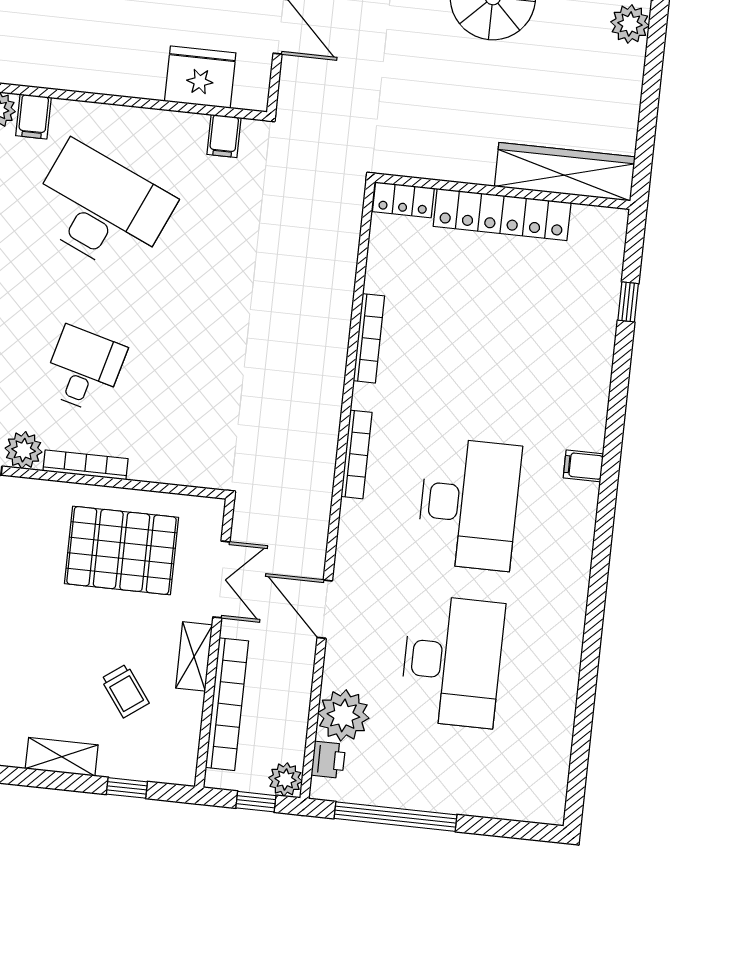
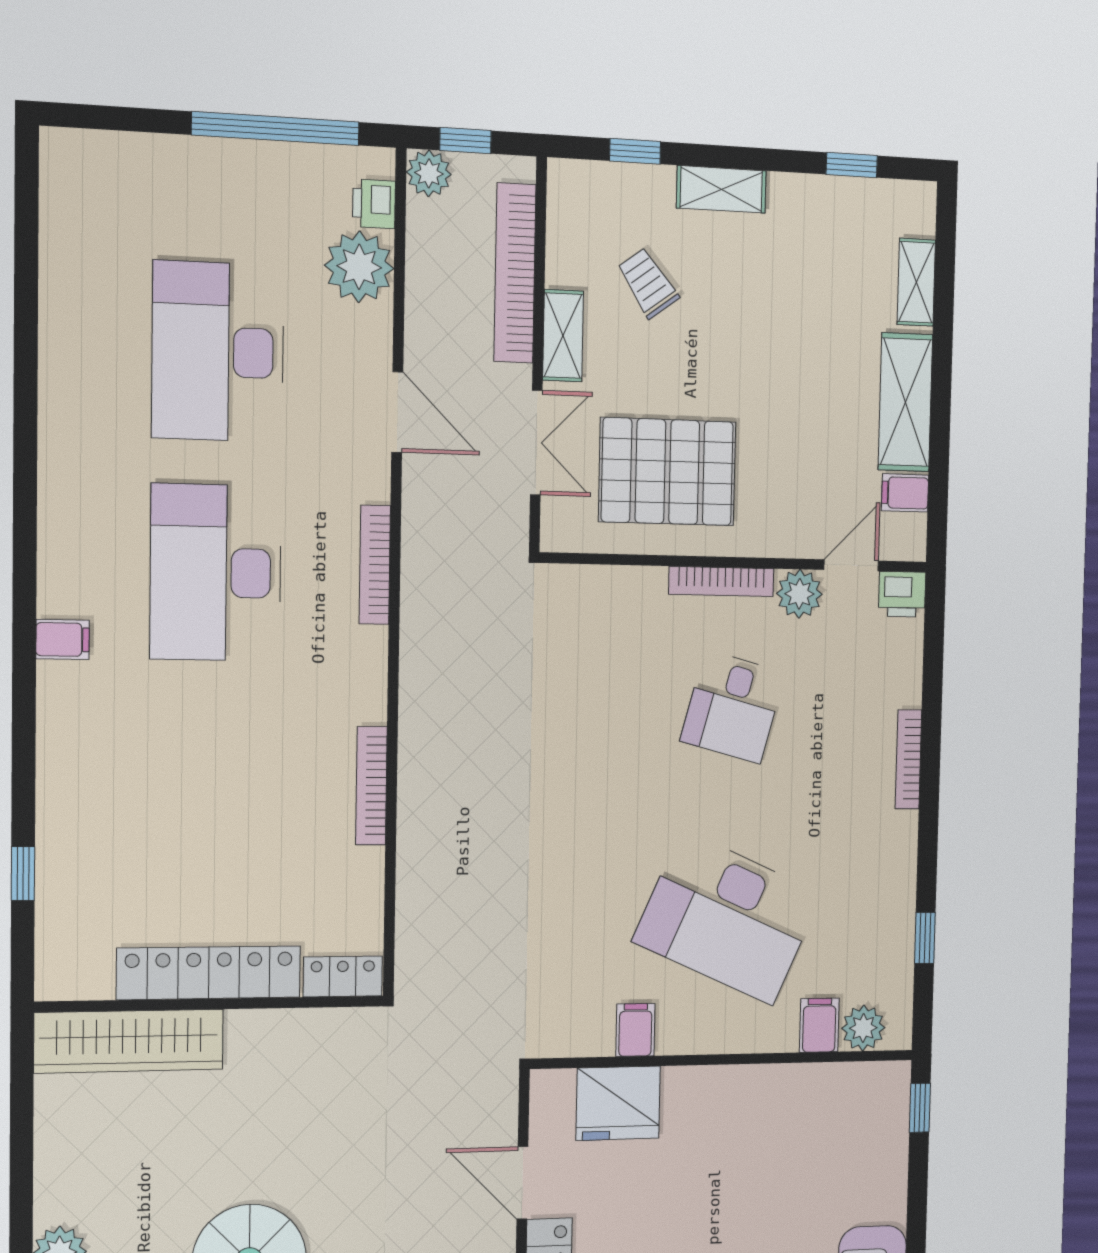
filing cabinet: (224, 136) -> (635, 1030), moved
bookcase: (356, 454) -> (375, 565), moved
double door: (221, 579) -> (536, 443), swing flipped

